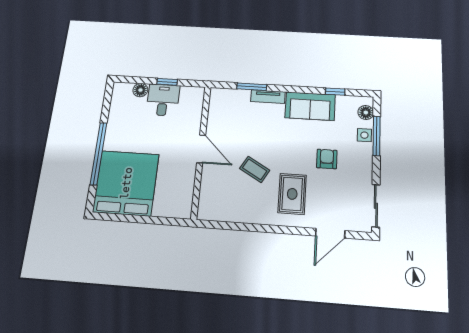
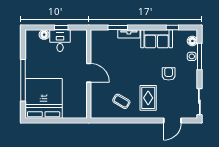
coffee table: (255, 169) -> (121, 101), moved

